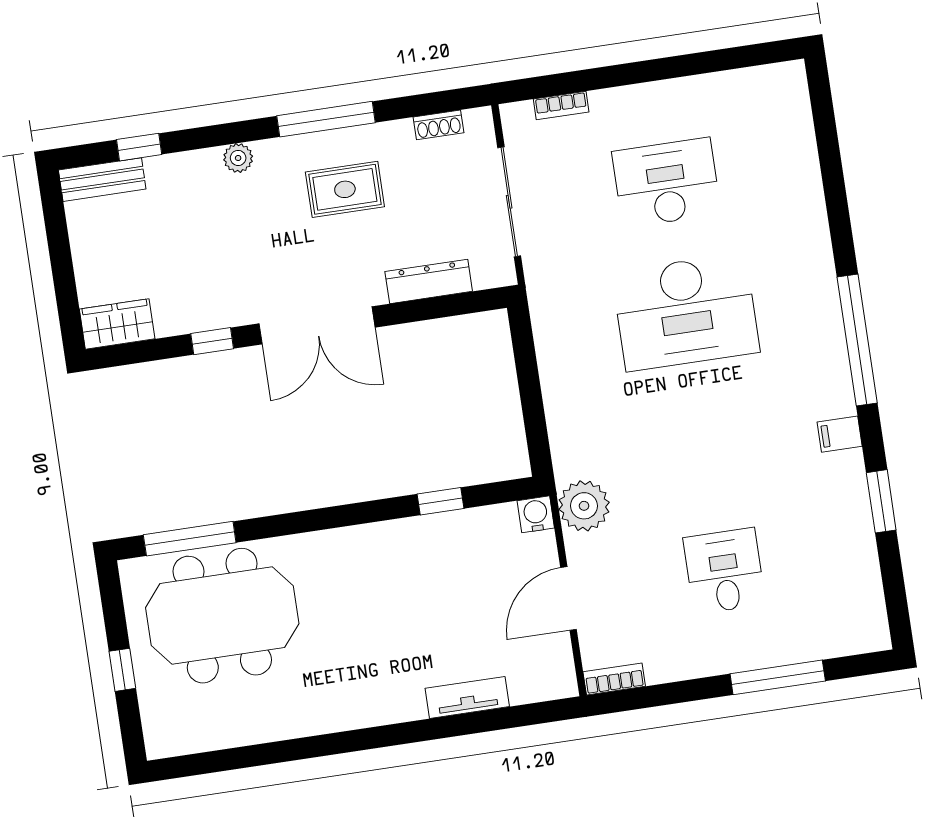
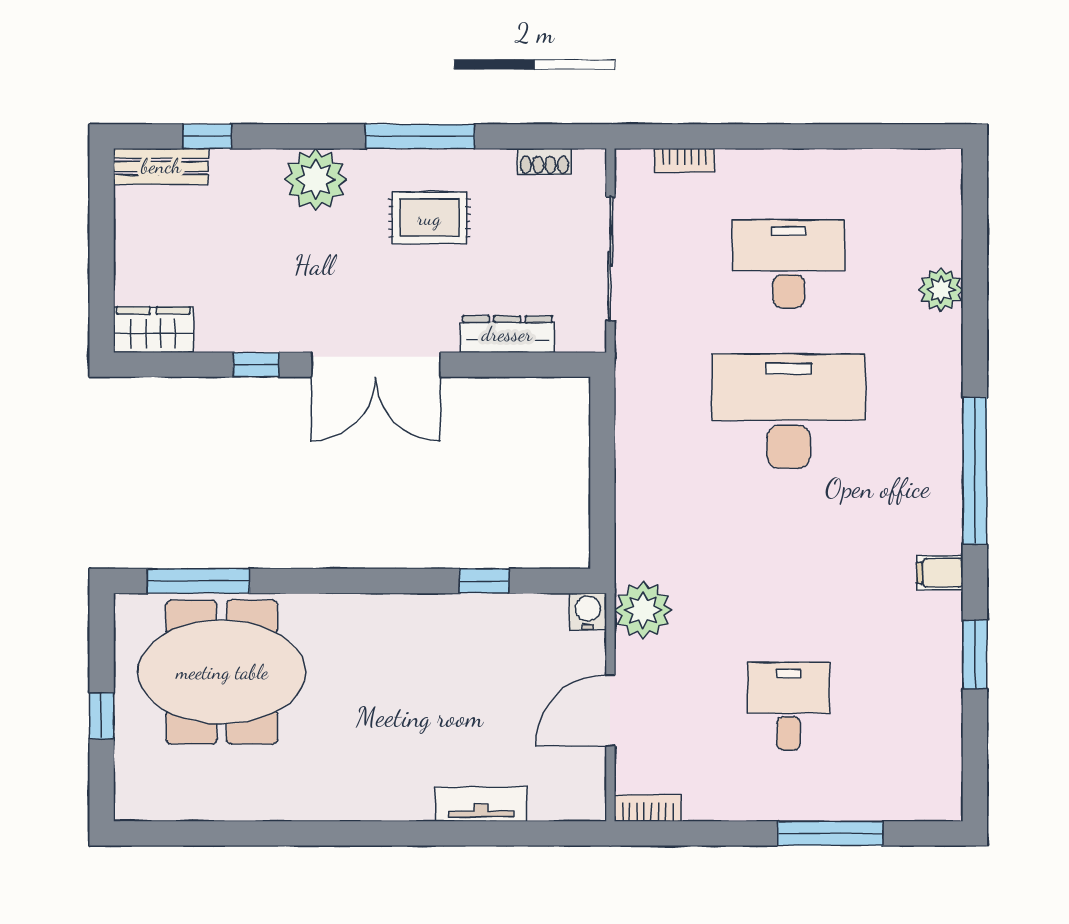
plant: (238, 158) -> (316, 179), width x1.87, depth x1.87
plant: (804, 185) -> (941, 290), added
desk: (686, 312) -> (789, 411), turned 180

